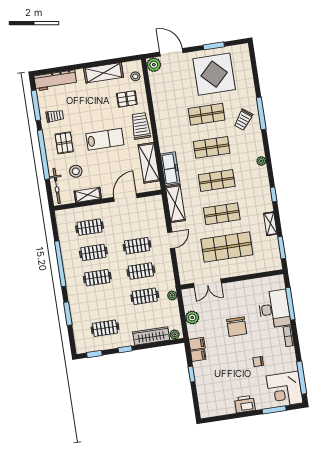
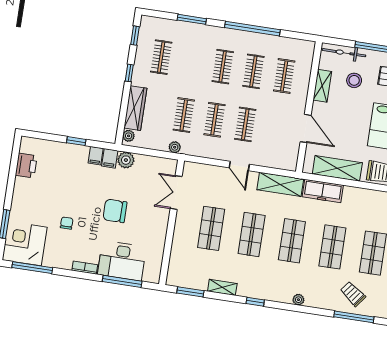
shop shelf: (227, 247) -> (211, 228), width x0.70, depth x0.74
plant: (192, 317) -> (126, 160), moved
printer: (245, 404) -> (26, 165), moved

